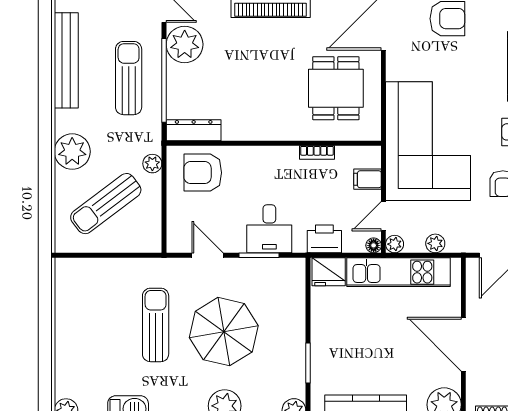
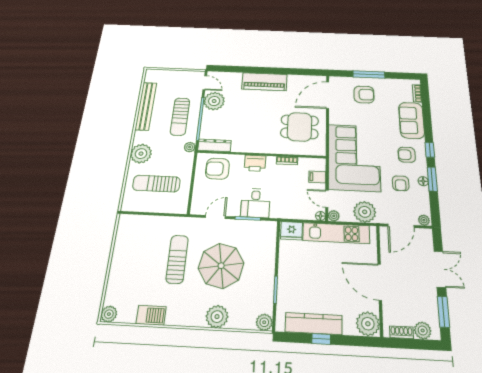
sun lounger: (129, 78) -> (180, 116), turned 180
dining table: (336, 88) -> (300, 127), turned 90
plant: (152, 164) -> (190, 147), moved
sun lounger: (106, 204) -> (156, 184), turned 37
door: (383, 216) -> (327, 199), hinge flipped
printer: (324, 239) -> (255, 163), moved, turned 180
plant: (435, 243) -> (365, 212), width x1.88, depth x1.88
door: (207, 255) -> (215, 217), hinge flipped

